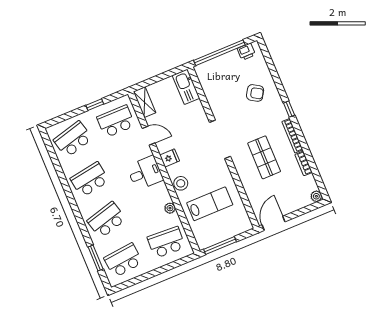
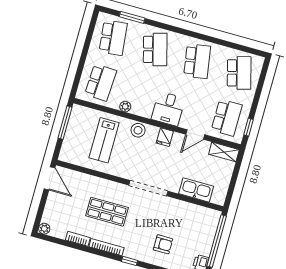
kitchen sink: (186, 87) -> (196, 190), moved
armchair: (255, 93) -> (163, 244), turned -122
window: (95, 105) -> (248, 127), moved

